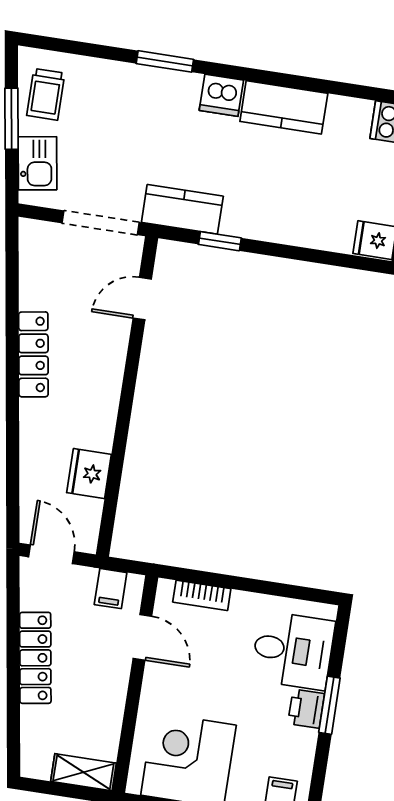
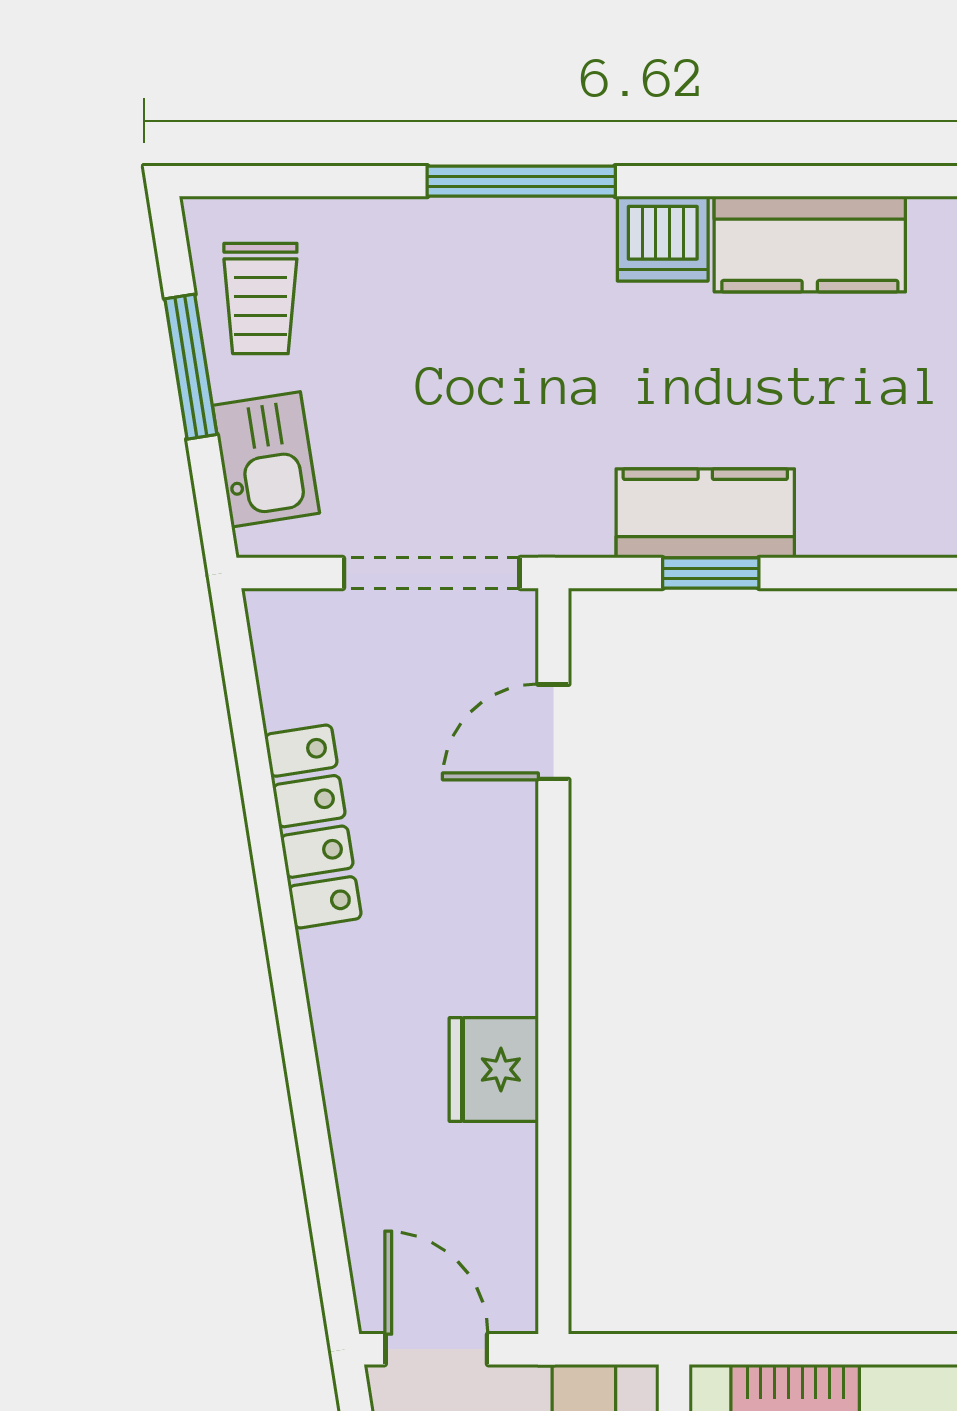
window: (165, 61) -> (521, 181), width x1.44
kitchen counter: (182, 209) -> (705, 513), moved
locker: (33, 354) -> (313, 826), moved
fridge: (89, 473) -> (494, 1070), moved

